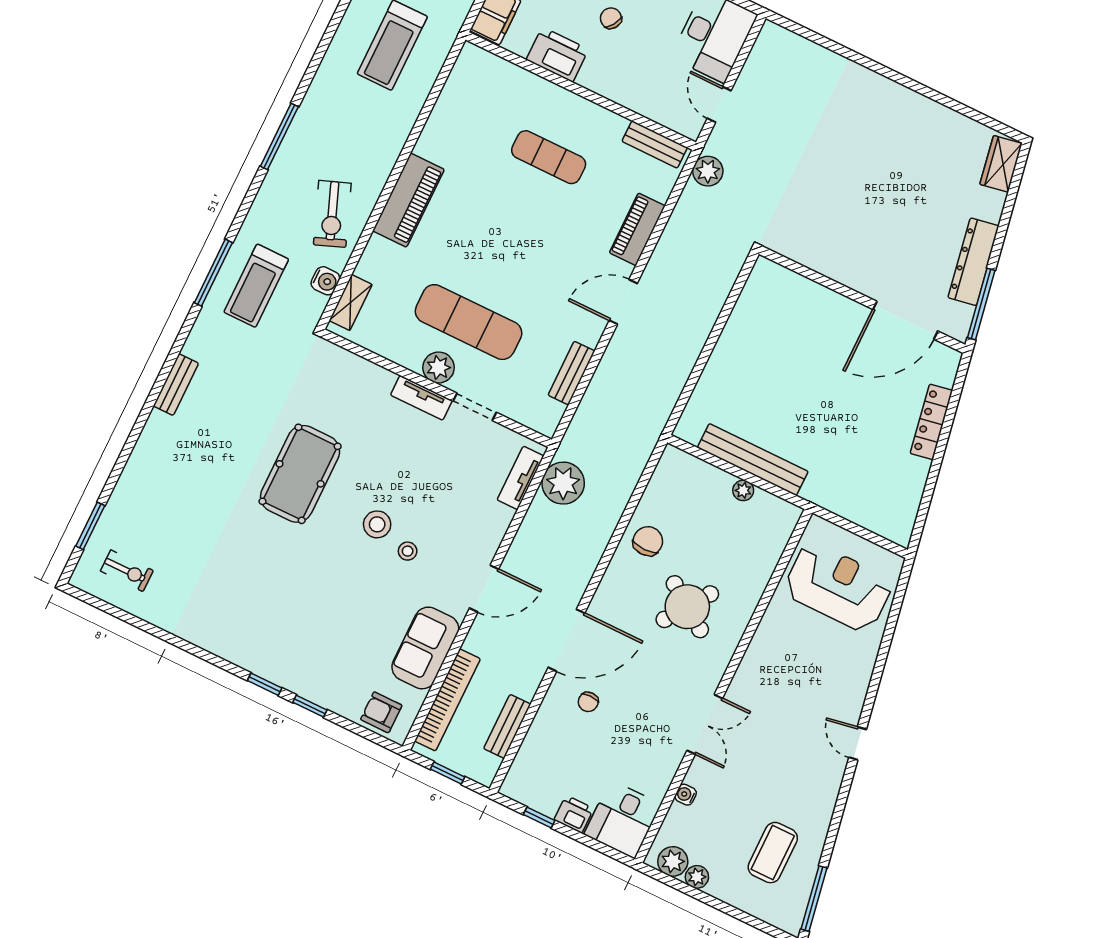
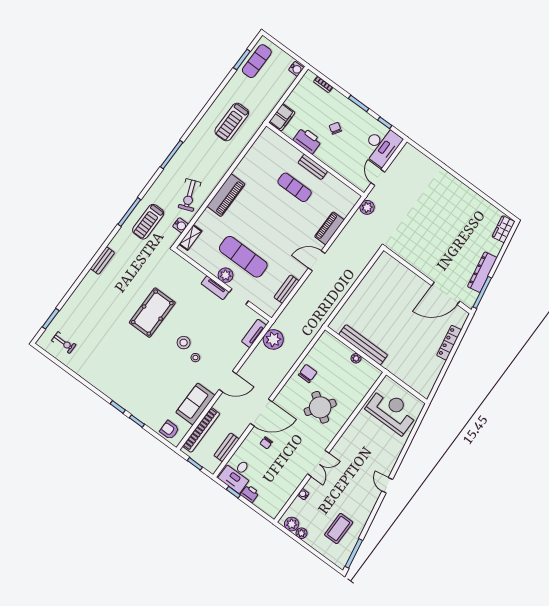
bench: (655, 144) -> (313, 167), moved
desk: (623, 819) -> (237, 474), moved

